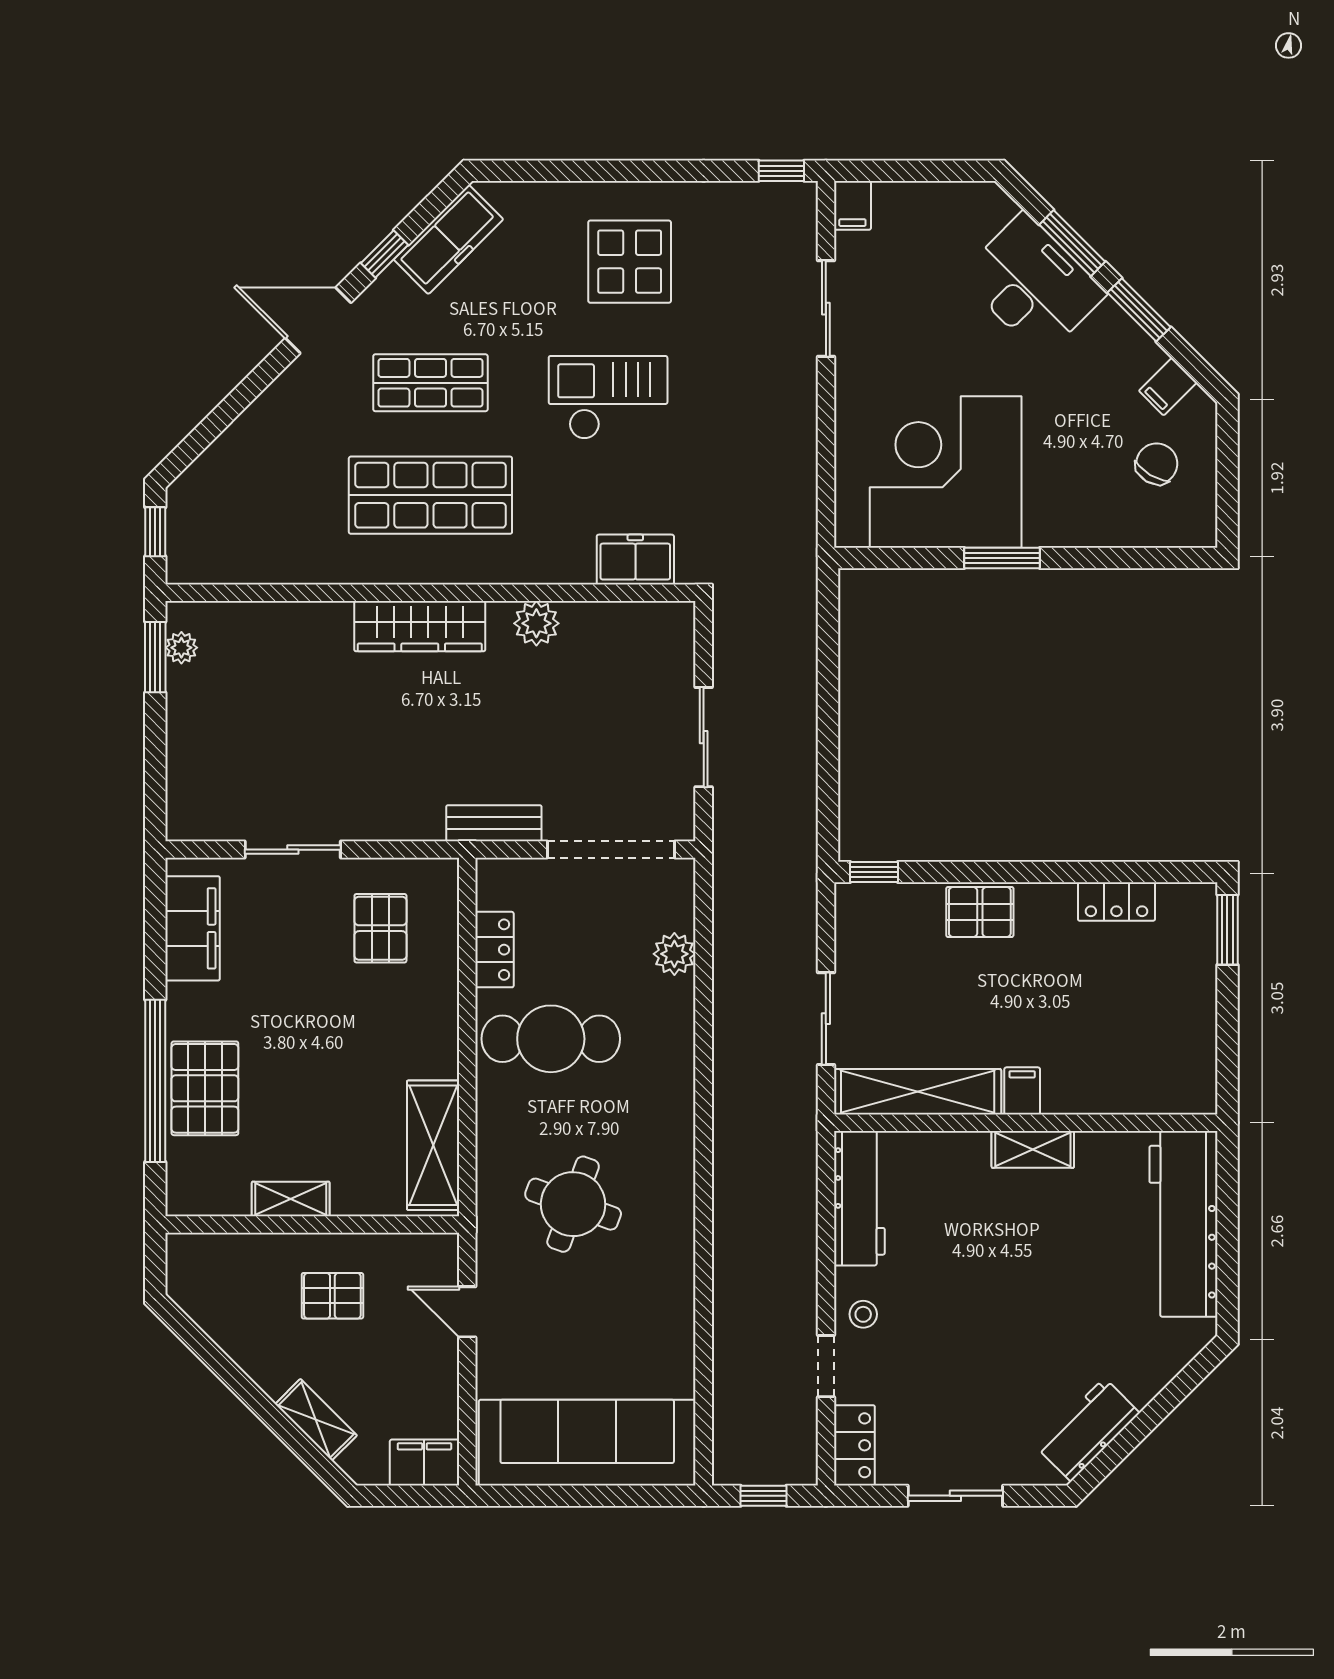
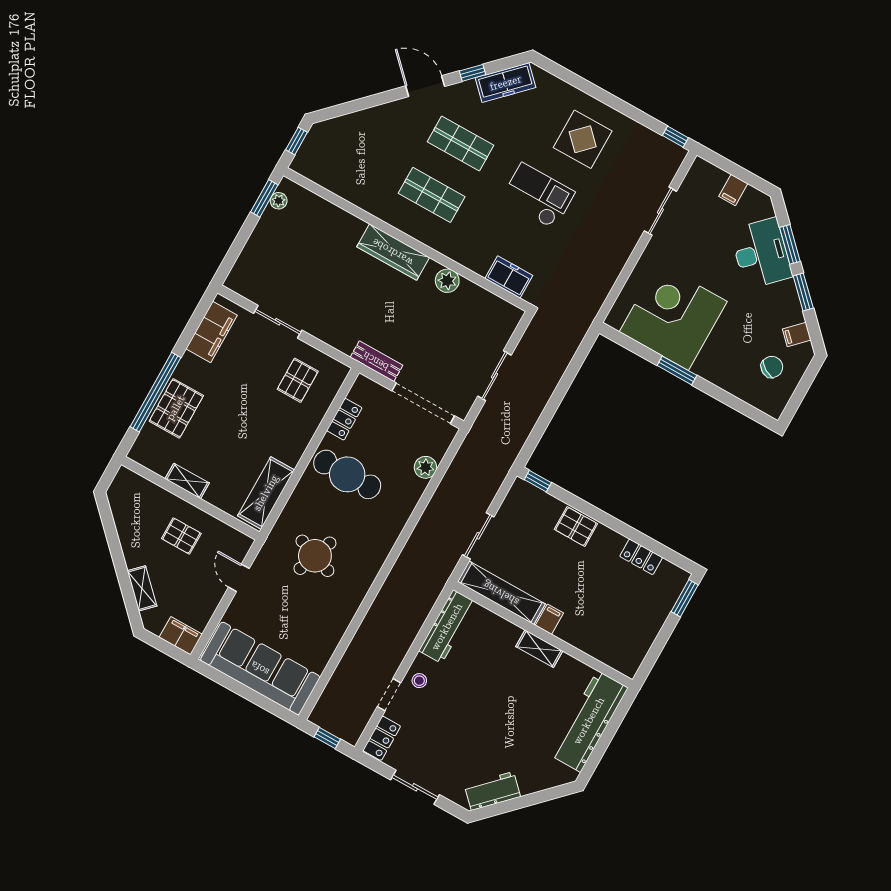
filing cabinet: (852, 205) -> (733, 190), moved
shop shelf: (430, 495) -> (432, 195), width x0.70, depth x0.74

